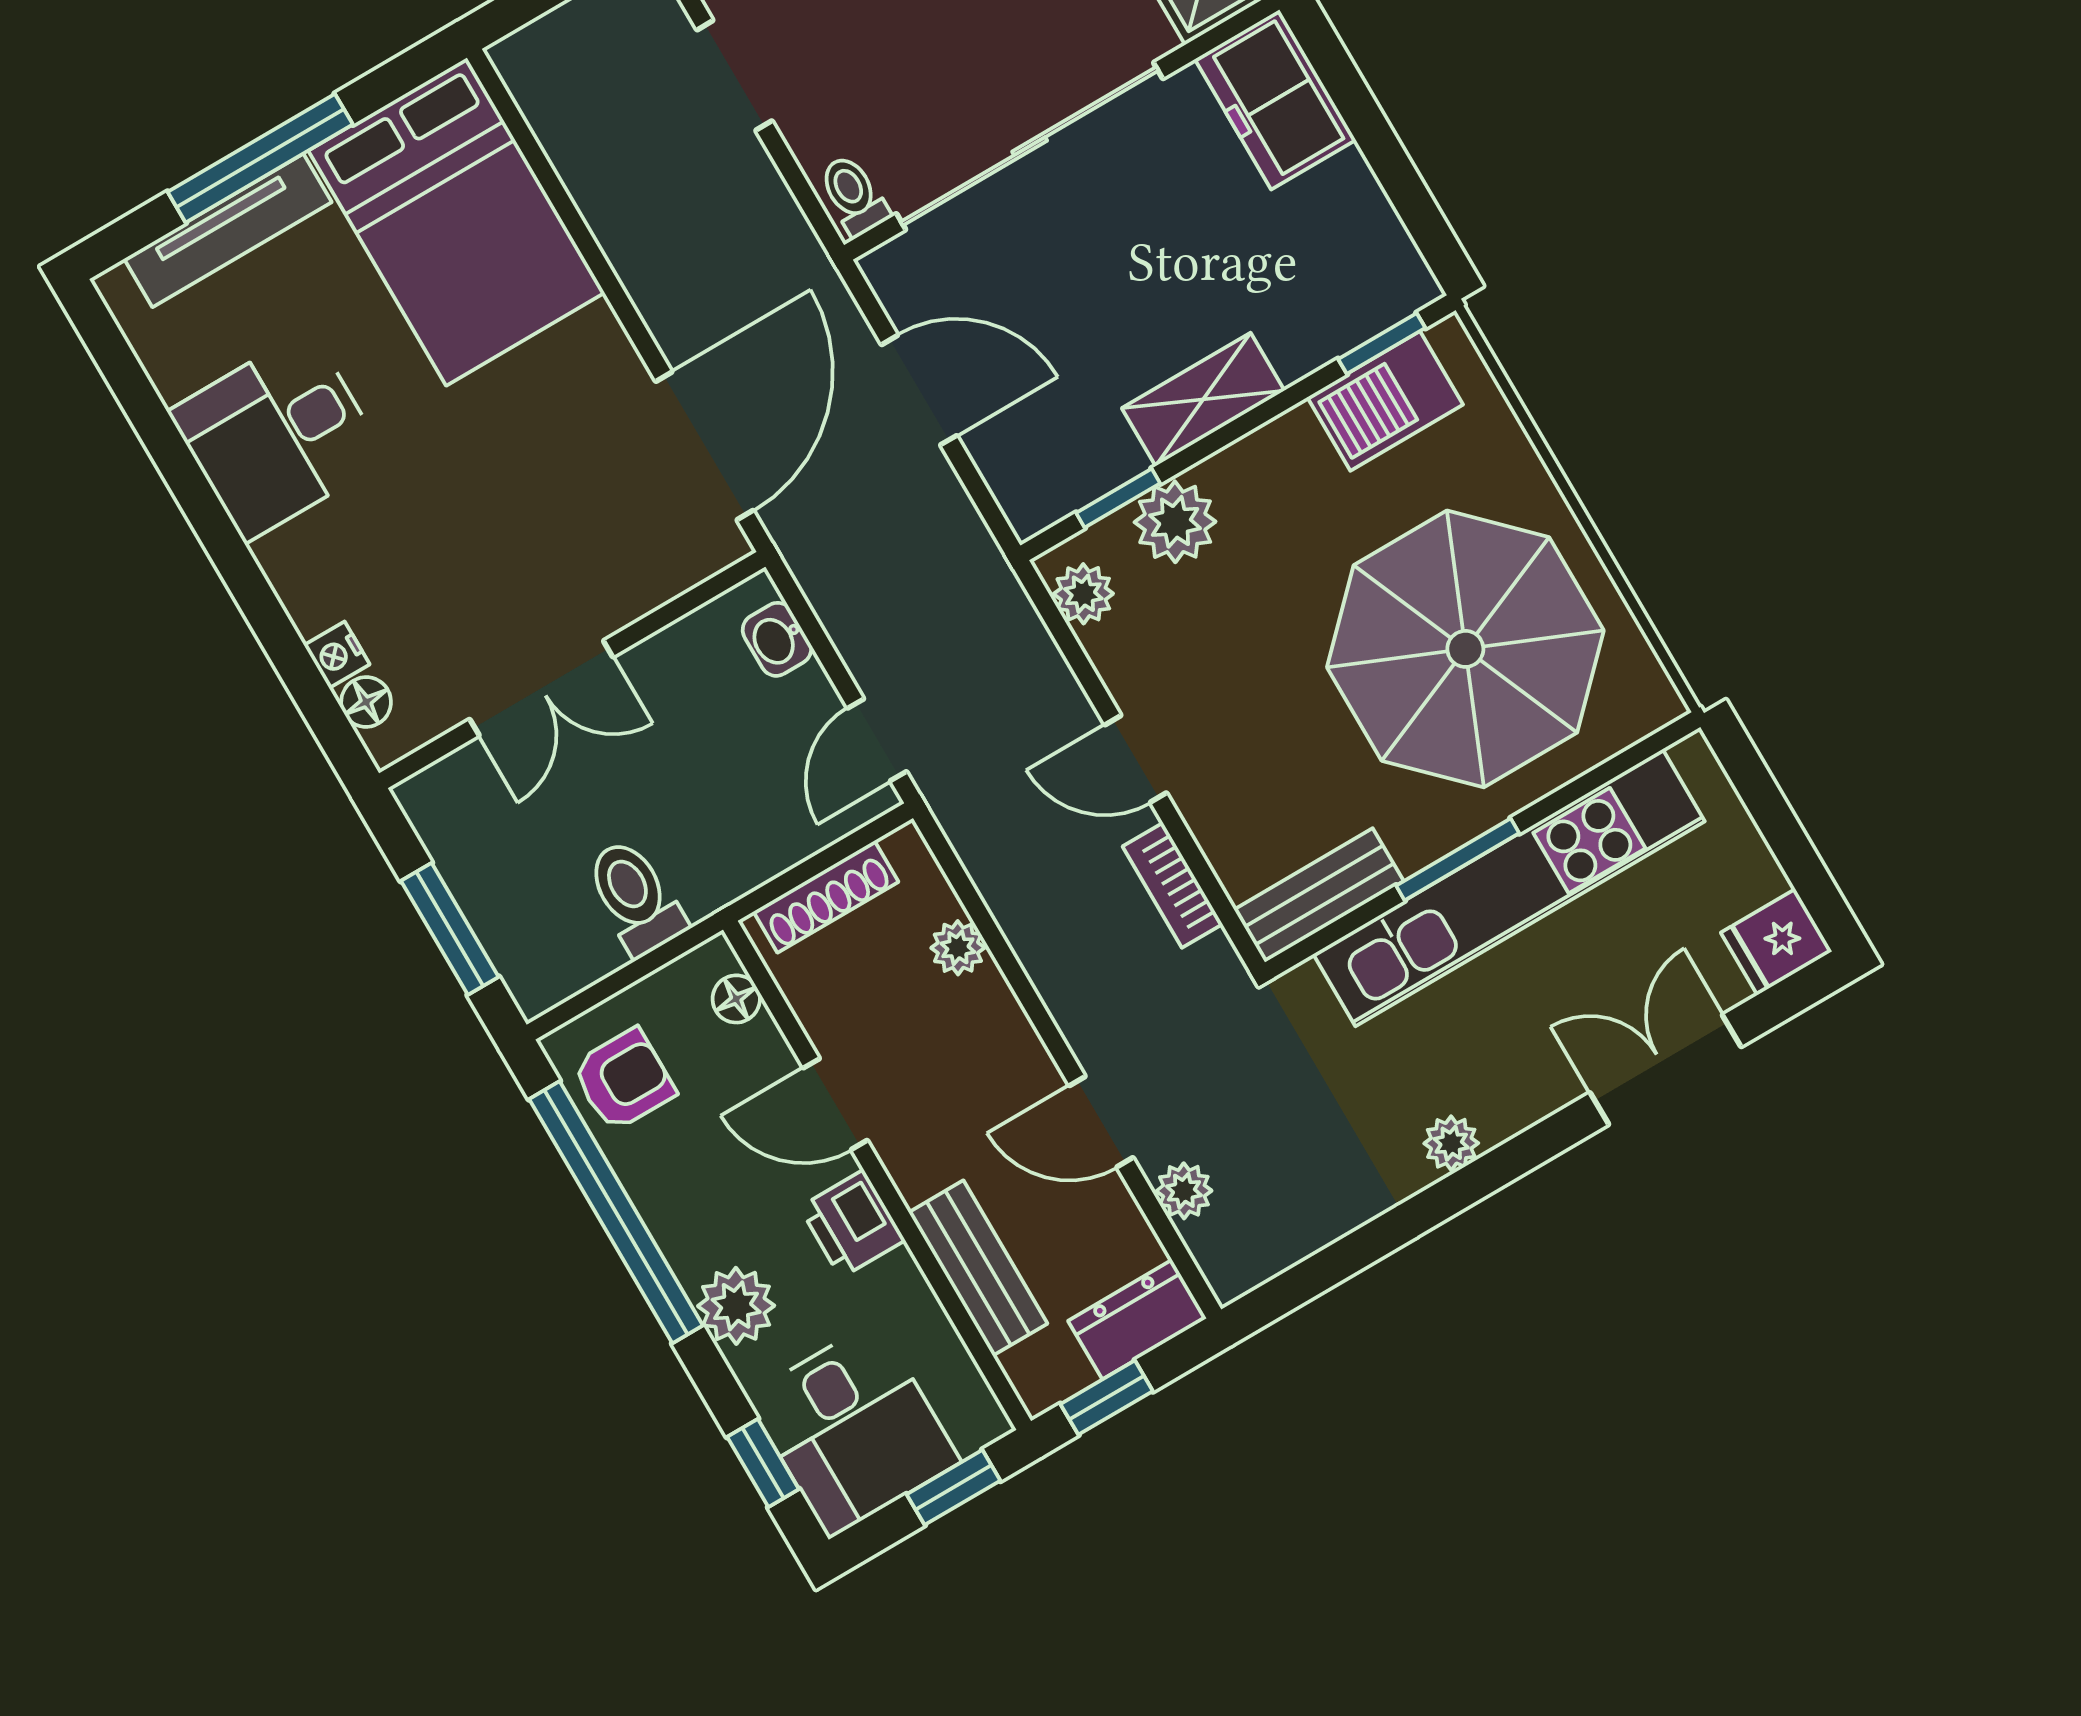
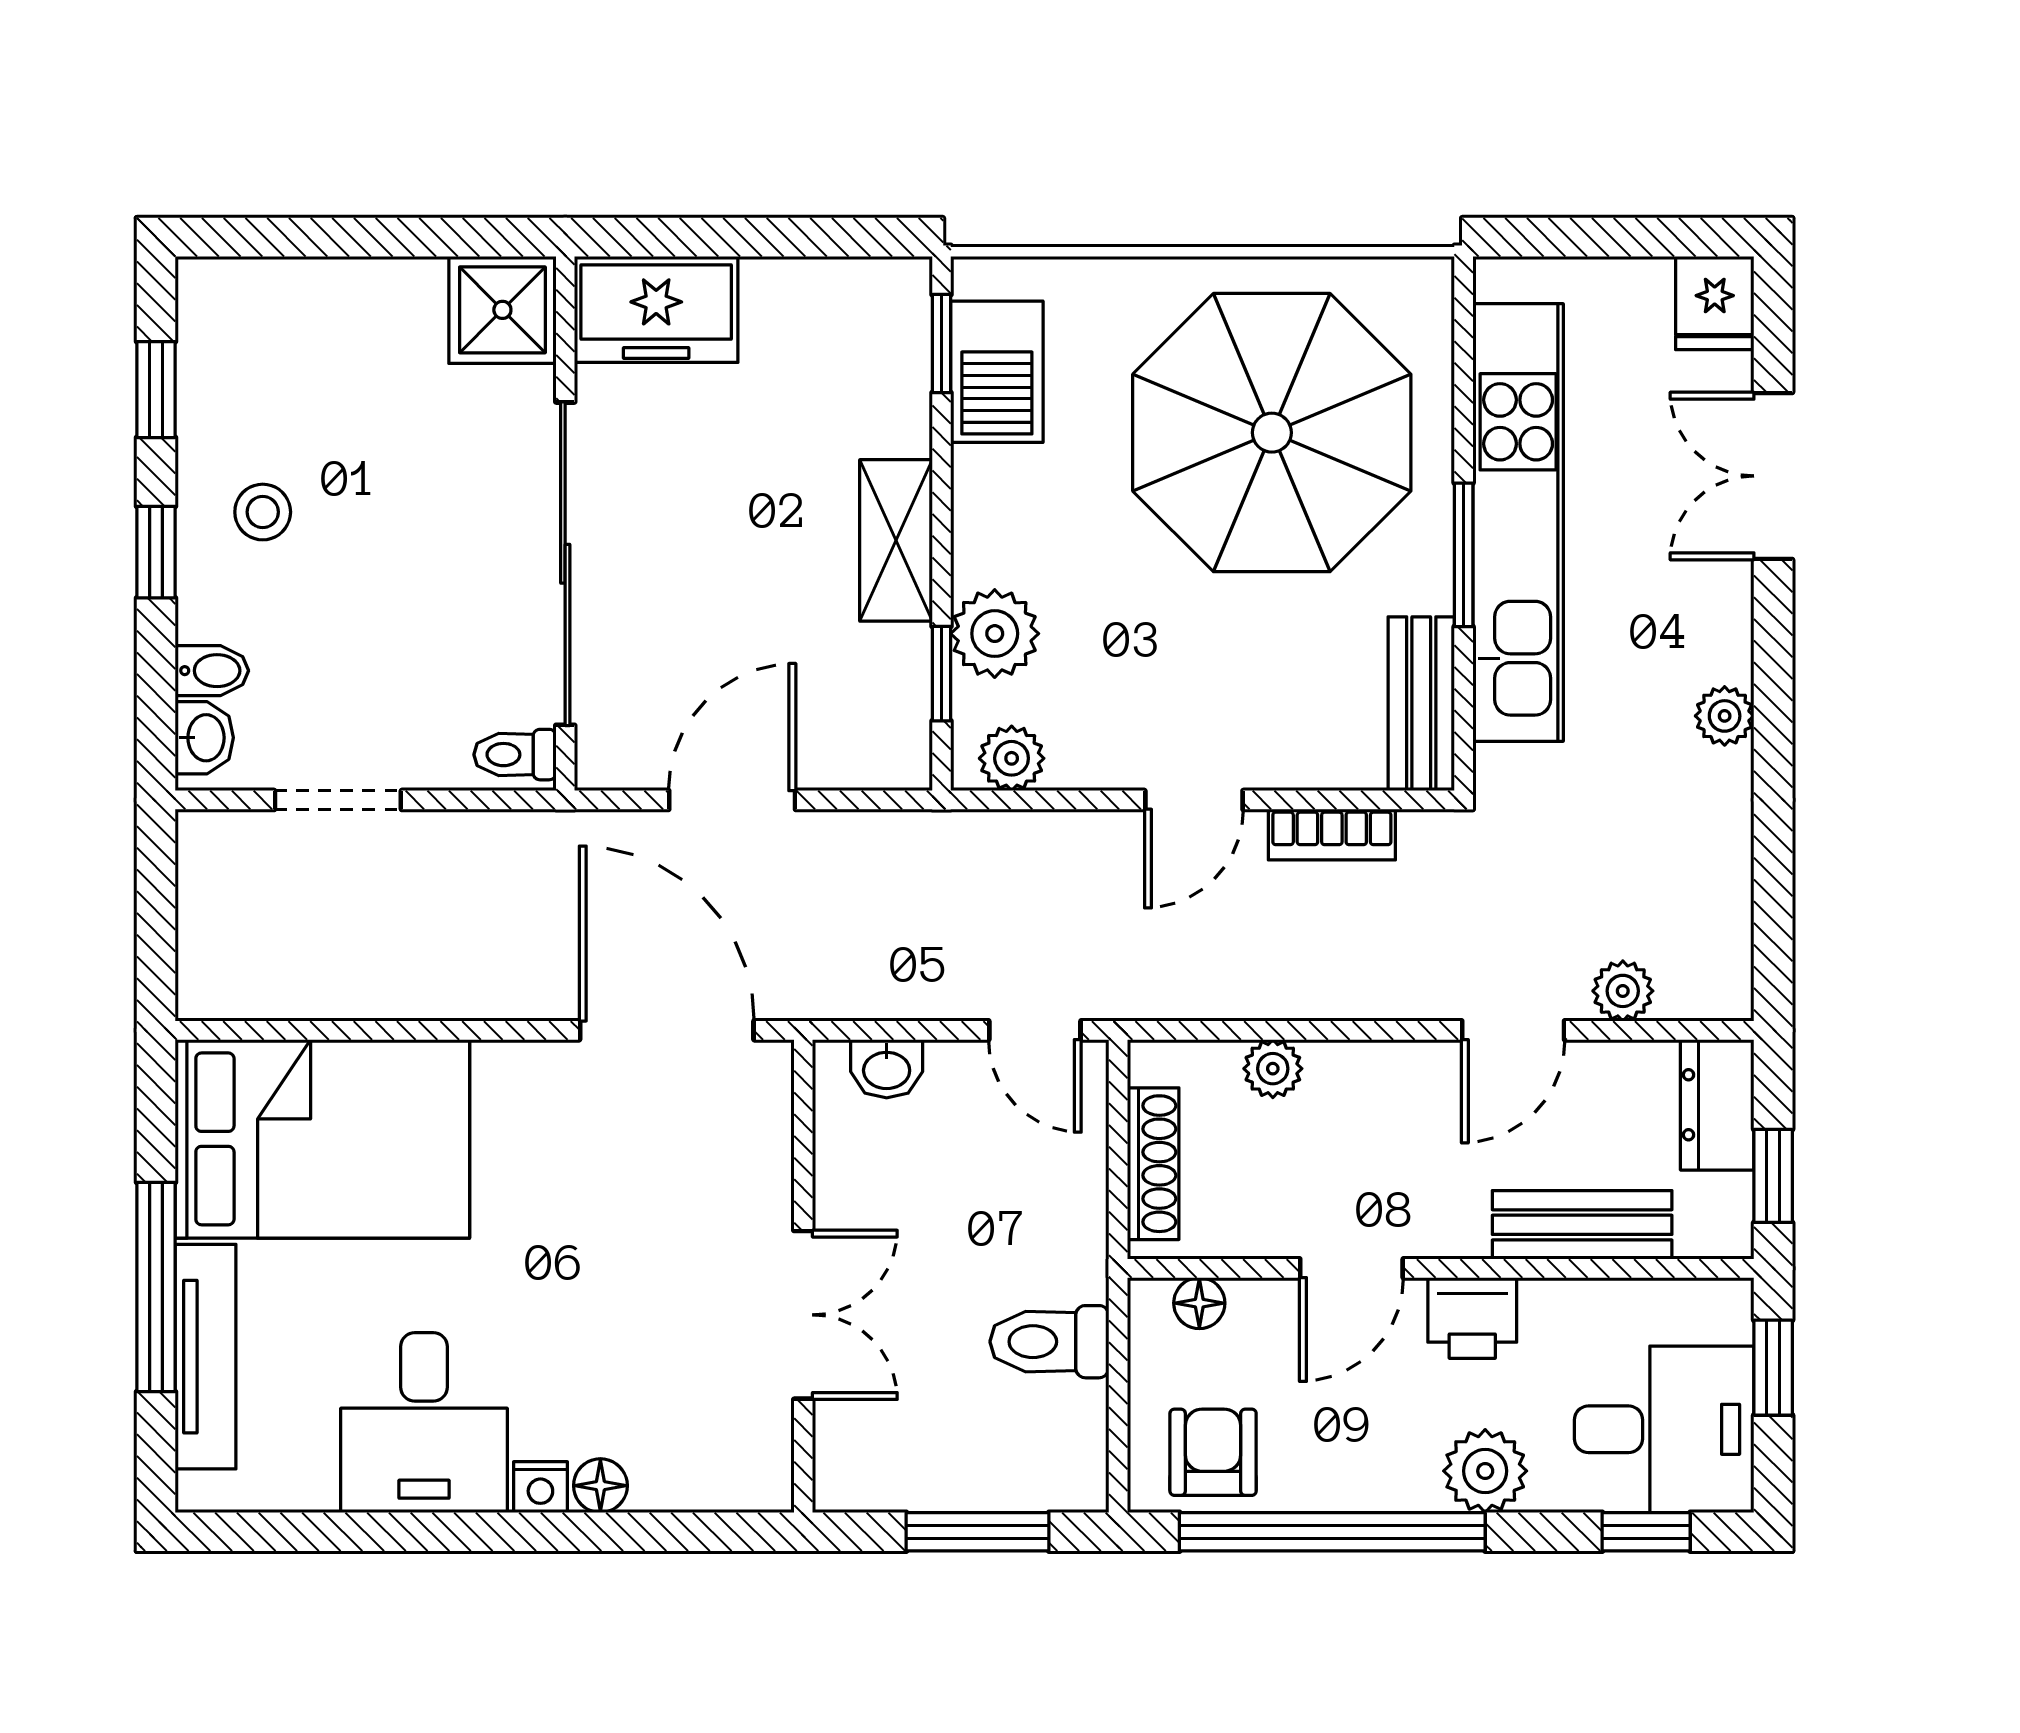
nightstand: (337, 655) -> (540, 1487), moved
floor lamp: (366, 702) -> (600, 1486), moved

